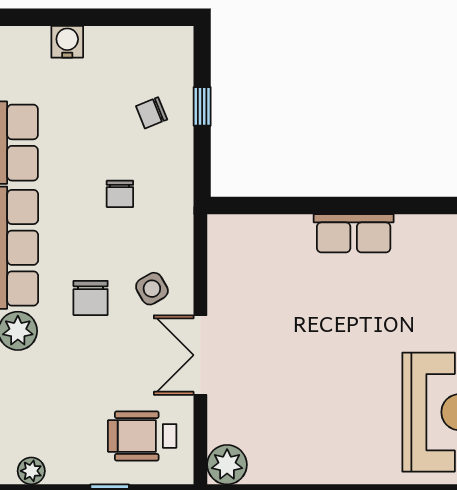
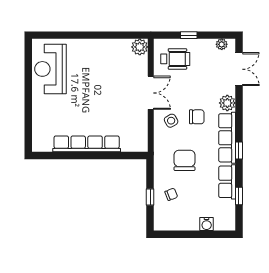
chair: (120, 194) -> (184, 160), width x1.87, depth x1.87
row of seats: (354, 233) -> (87, 144), width x2.02
chair: (91, 298) -> (197, 117), turned 90

